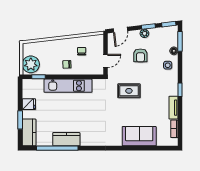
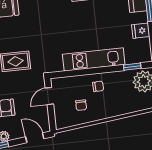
door: (120, 30) -> (35, 138), hinge flipped

